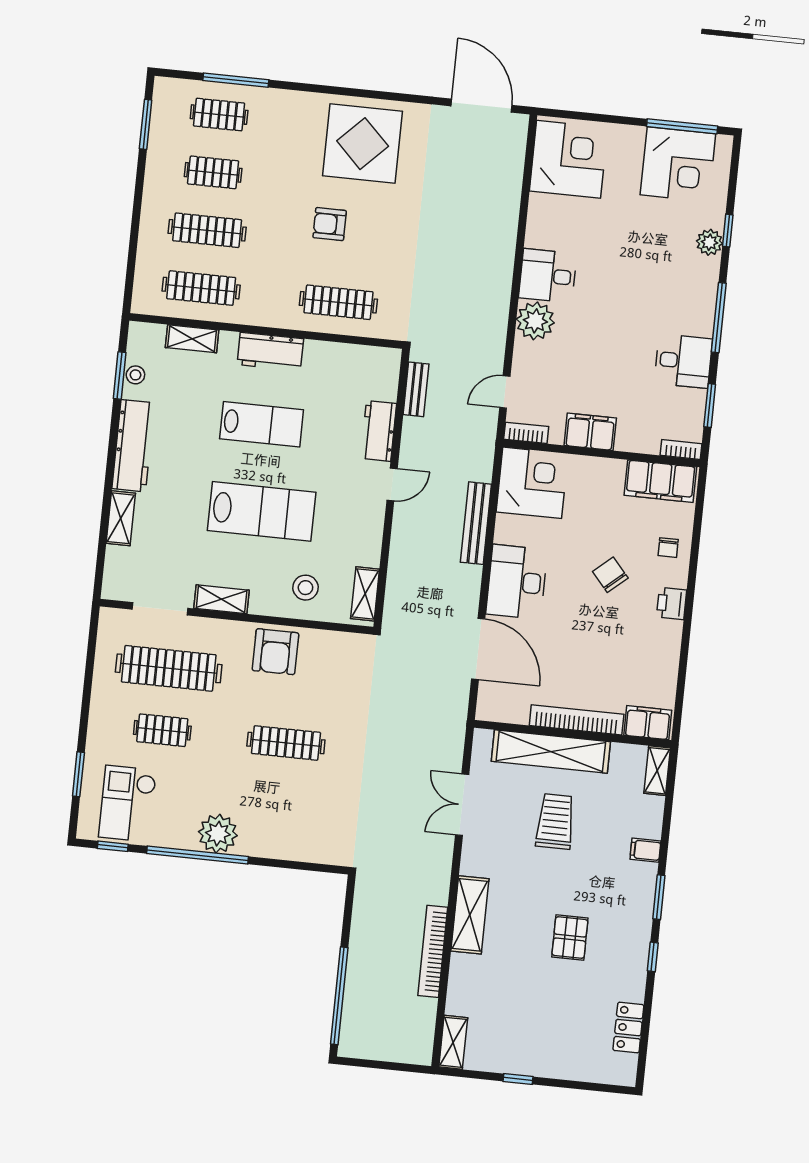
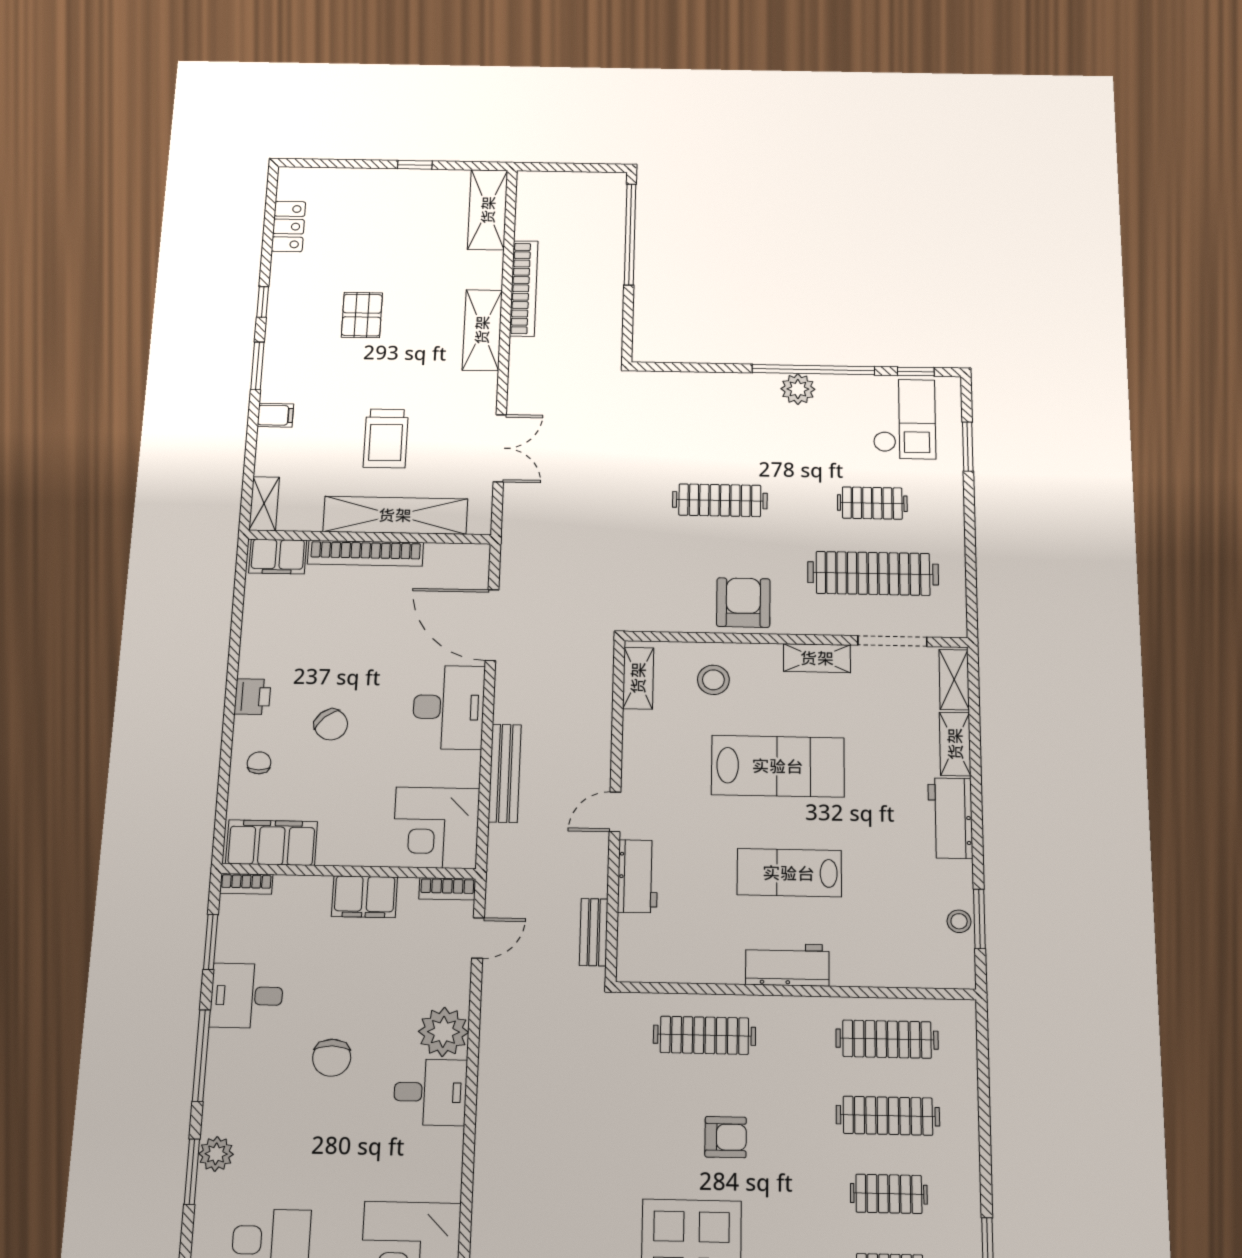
window: (728, 231) -> (192, 1172), width x1.50
chair: (621, 308) -> (332, 1058), added
shelving: (192, 339) -> (954, 680), moved, turned 90
workbench: (133, 446) -> (950, 818), width x0.73
lab bench: (262, 511) -> (778, 766), turned 180
plant: (218, 834) -> (798, 389), width x0.73, depth x0.73
shelving: (453, 1042) -> (488, 210), width x1.50, depth x1.33

